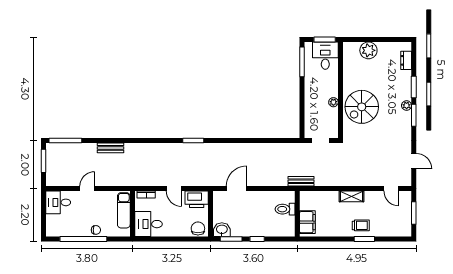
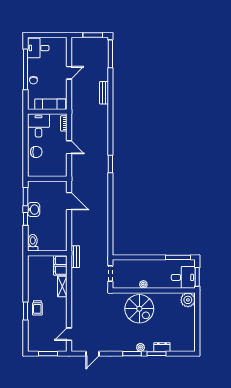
plant: (368, 50) -> (188, 300), moved
dresser: (406, 60) -> (162, 347), moved
spiral stairs: (362, 107) -> (139, 309), turned 180
door: (87, 189) -> (69, 73), hinge flipped
door: (174, 189) -> (69, 147), swing flipped
shelving: (351, 196) -> (62, 286), moved
printer: (197, 199) -> (60, 167), removed
desk: (58, 202) -> (38, 48), moved, turned -90
toilet: (285, 209) -> (33, 243), moved
filing cabinet: (307, 222) -> (60, 265), moved, turned 90
chair: (198, 228) -> (36, 152), moved
washbasin: (222, 230) -> (34, 210), moved

